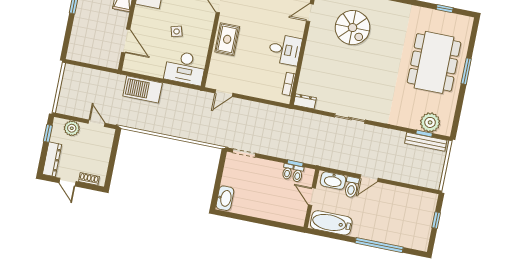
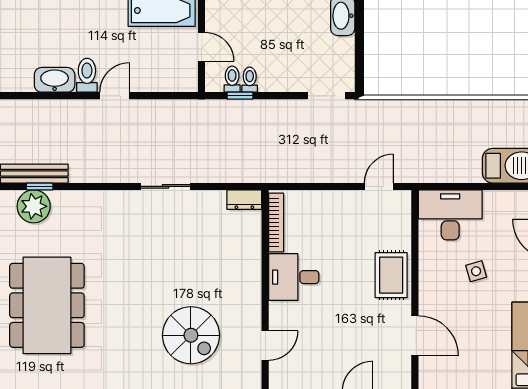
spiral stairs: (353, 28) -> (191, 335), turned 180
bookcase: (289, 84) -> (276, 223), width x1.56
washbasin: (333, 181) -> (55, 80), moved
toilet: (352, 187) -> (87, 75), moved

